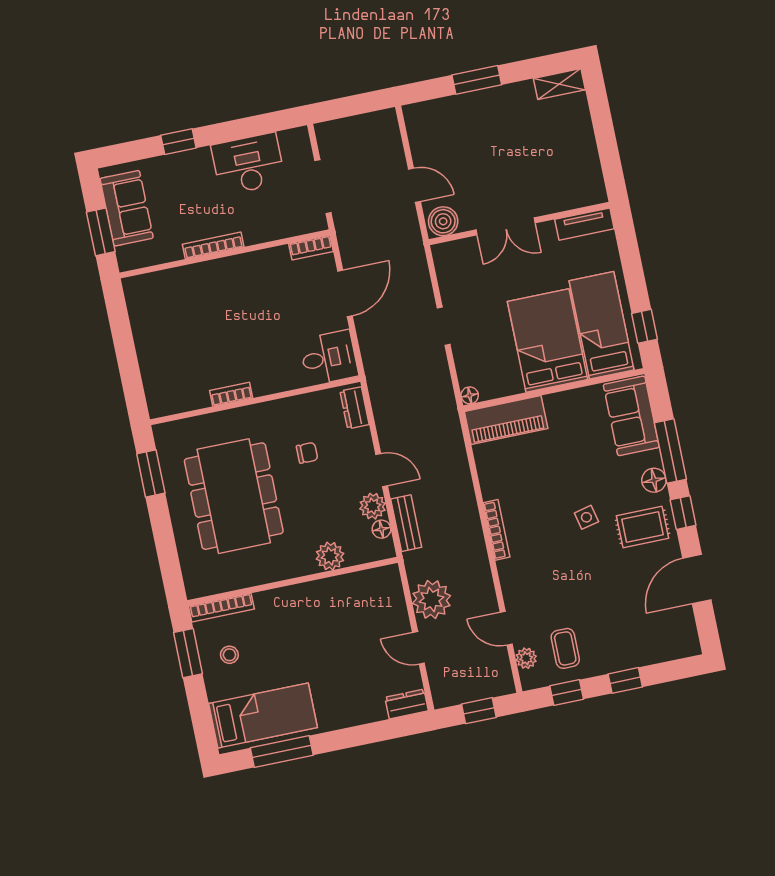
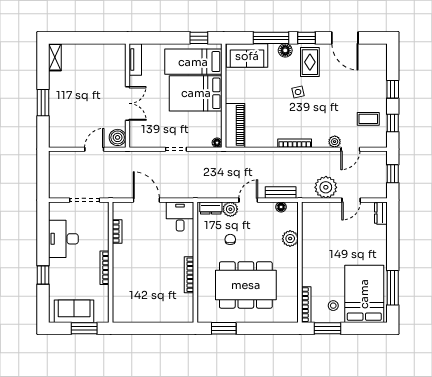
bookcase: (311, 248) -> (117, 231), moved
bookcase: (231, 394) -> (189, 275), width x1.56
plant: (373, 506) -> (230, 209), moved
plant: (526, 658) -> (335, 142), moved
bed: (263, 716) -> (364, 294), width x1.50

